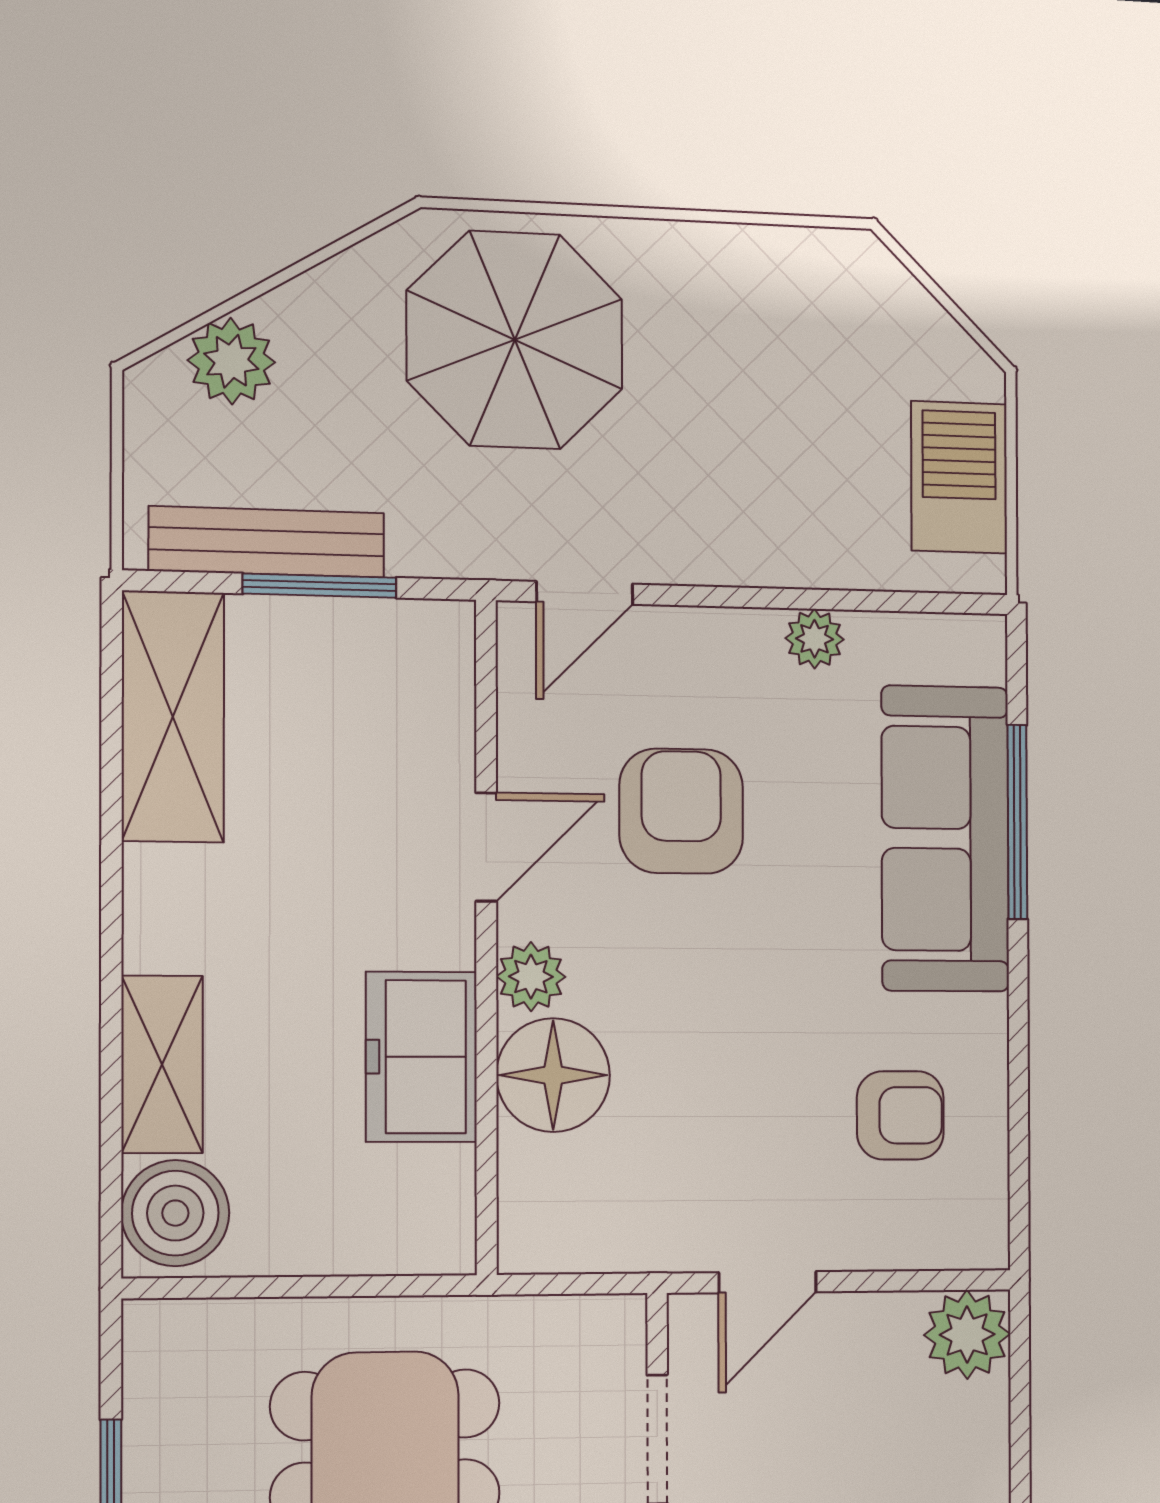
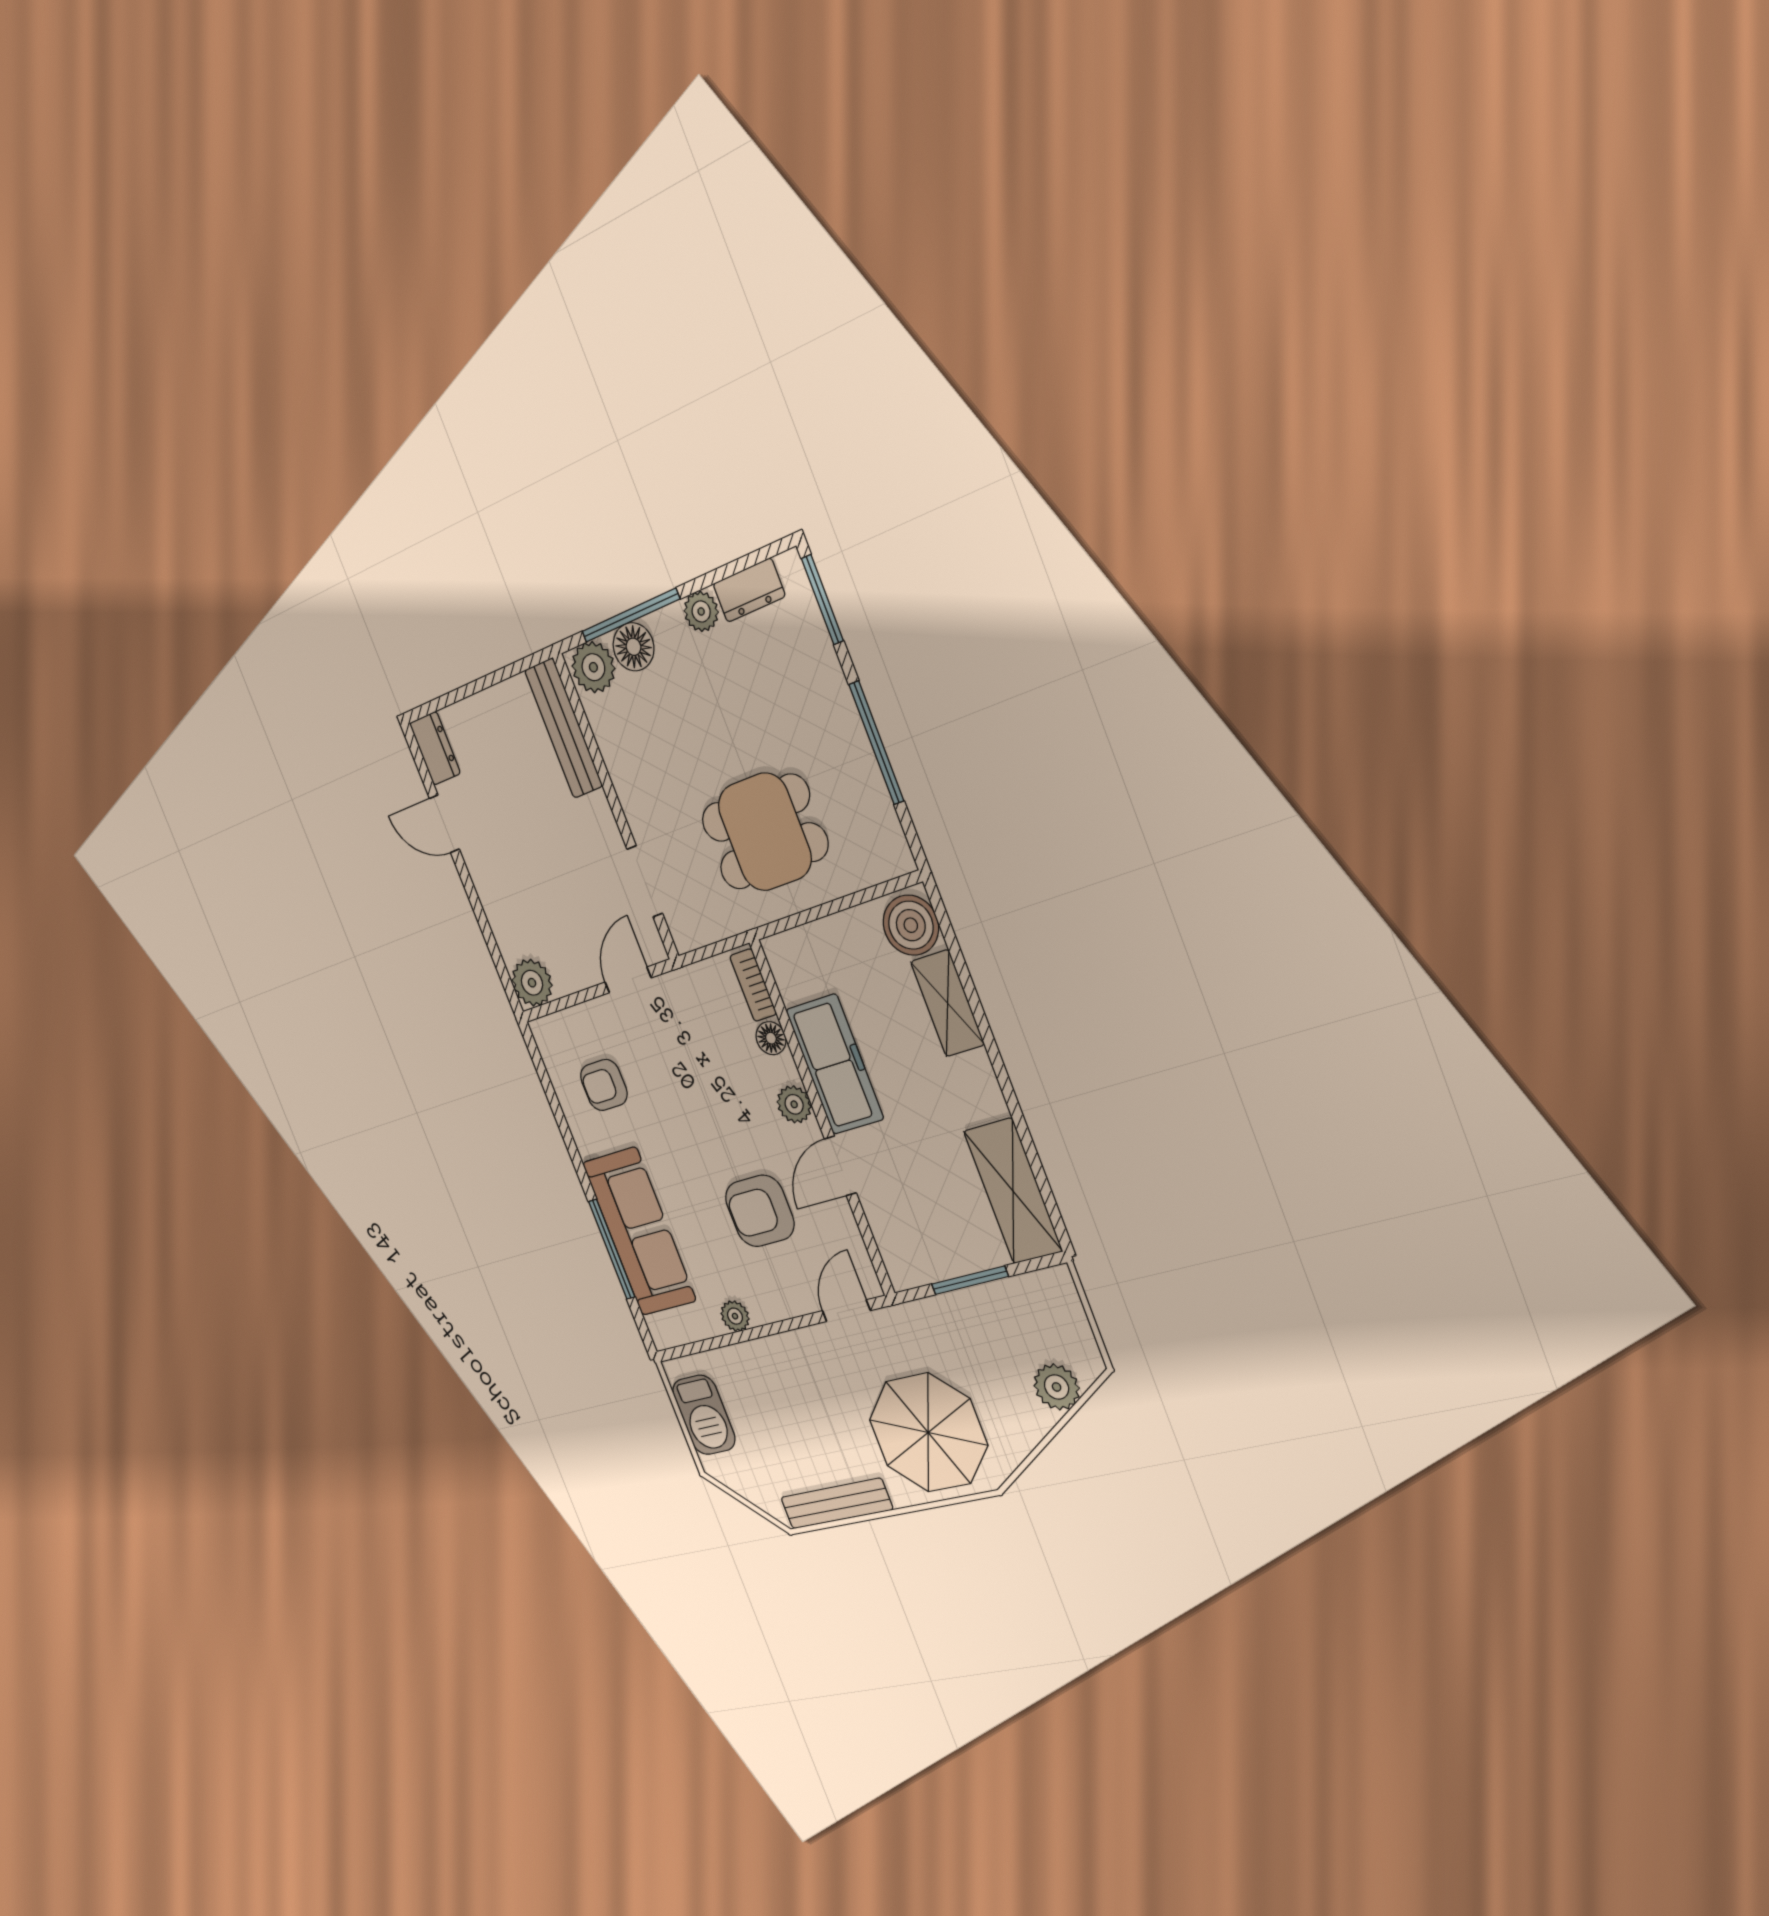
bench: (267, 542) -> (837, 1504), moved
armchair: (681, 811) -> (760, 1211), turned 90
freezer: (421, 1057) -> (835, 1064), width x1.40
floor lamp: (553, 1075) -> (771, 1038), width x0.53, depth x0.53
bookcase: (522, 1202) -> (753, 985), added

